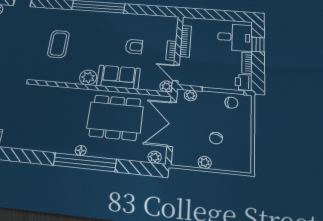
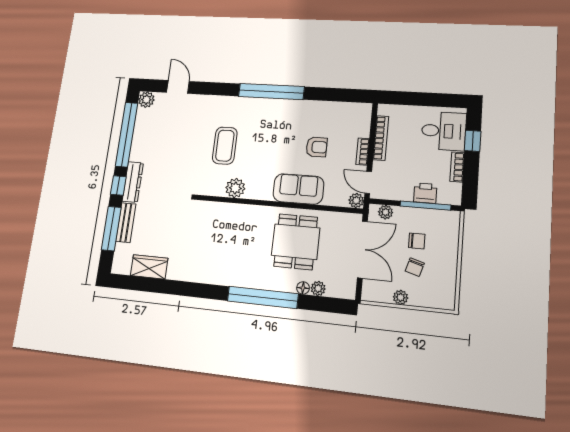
plant: (88, 77) -> (235, 188), moved
printer: (244, 82) -> (425, 193), moved, turned 90
chair: (231, 103) -> (417, 241), moved
dining table: (115, 117) -> (296, 242), width x0.73
double door: (172, 124) -> (362, 249), swing flipped
floor lamp: (81, 150) -> (303, 288), moved
plant: (155, 157) -> (318, 288), moved

